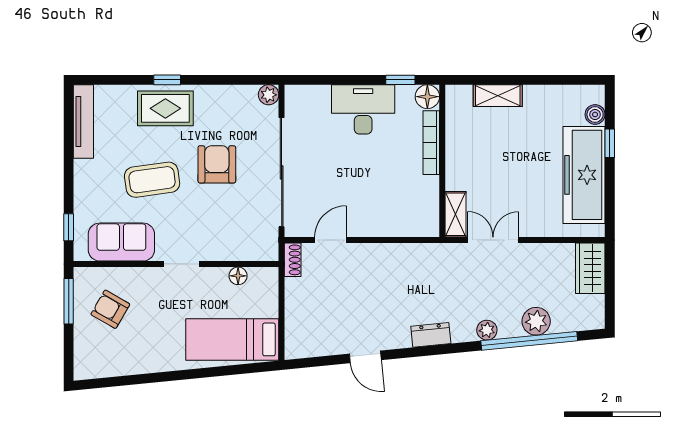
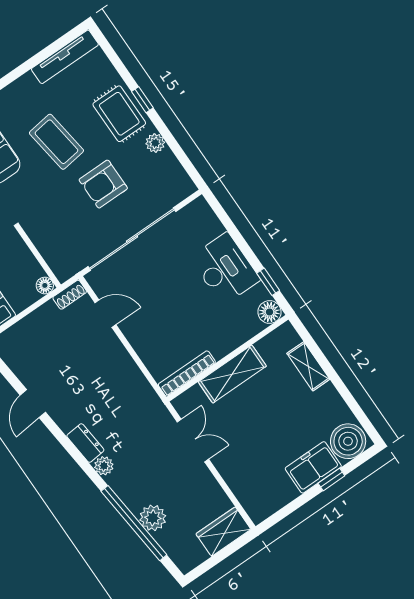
plant: (269, 95) -> (155, 143), moved
boiler: (595, 114) -> (348, 441), width x1.86, depth x1.86
bookcase: (431, 143) -> (187, 374), moved
armchair: (217, 164) -> (103, 184), turned 180
freezer: (584, 175) -> (313, 467), width x0.52, depth x0.79
shelving: (456, 214) -> (232, 374), moved, width x1.50, depth x1.33
floor lamp: (238, 276) -> (45, 285), moved
plant: (487, 330) -> (104, 466), moved

